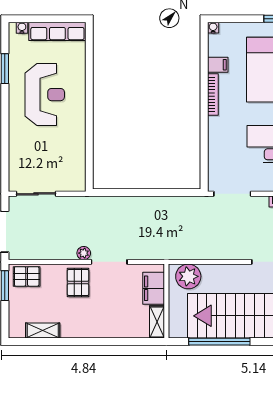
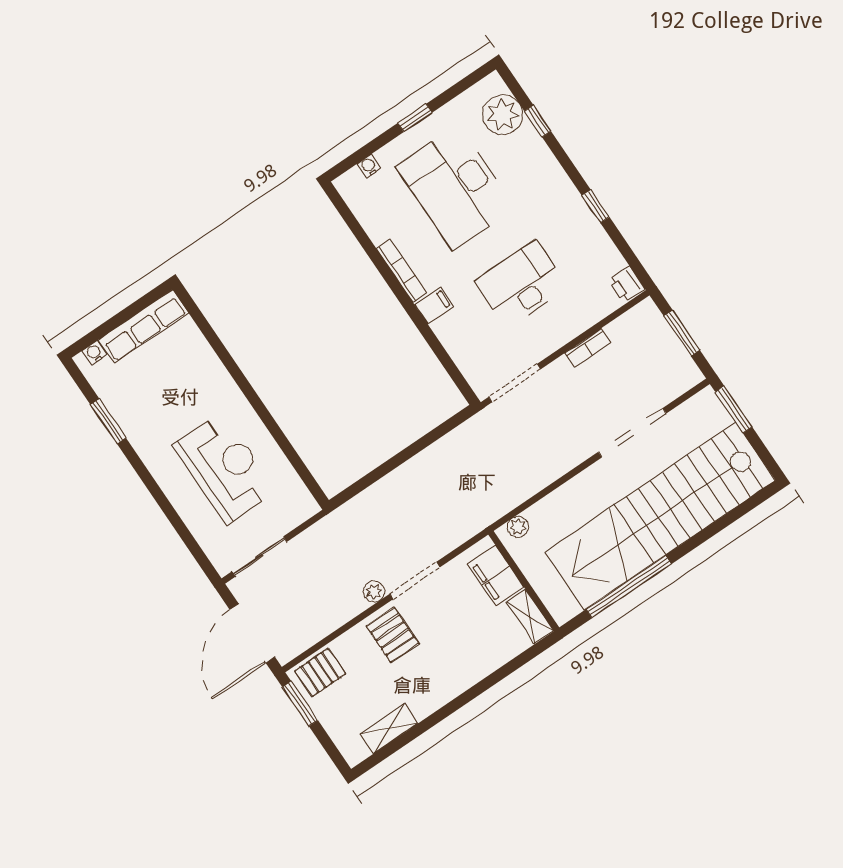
water cooler: (213, 28) -> (369, 166), moved
filing cabinet: (218, 65) -> (434, 305), moved
reception desk: (45, 95) -> (225, 468), moved
plant: (188, 276) -> (518, 527), width x0.53, depth x0.53

